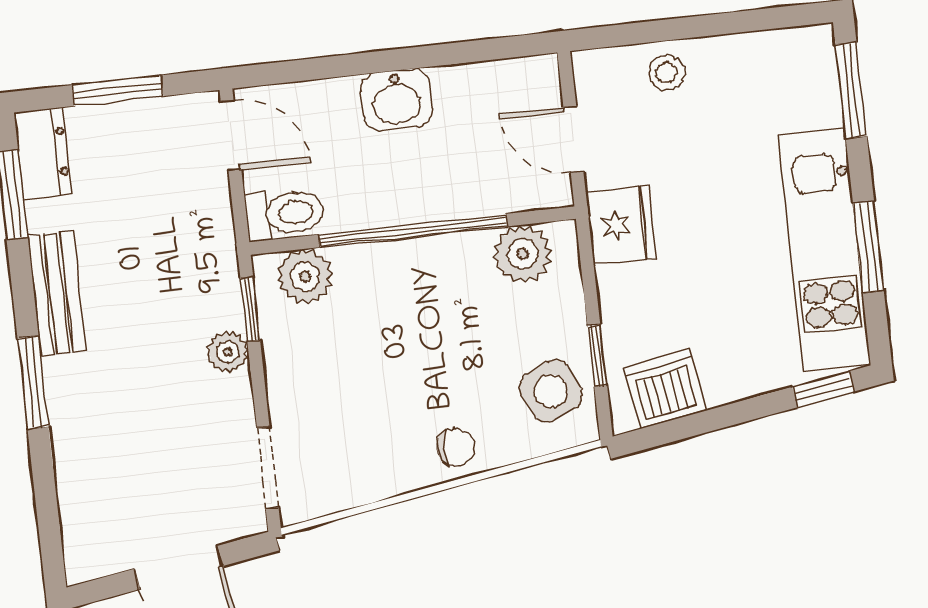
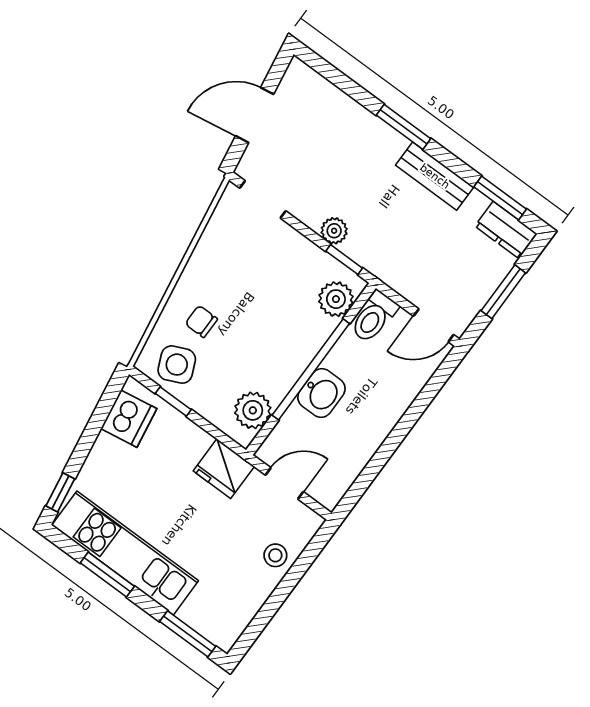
washbasin: (397, 100) -> (321, 393), moved, turned 180
chair: (456, 447) -> (201, 321), moved, turned 90

